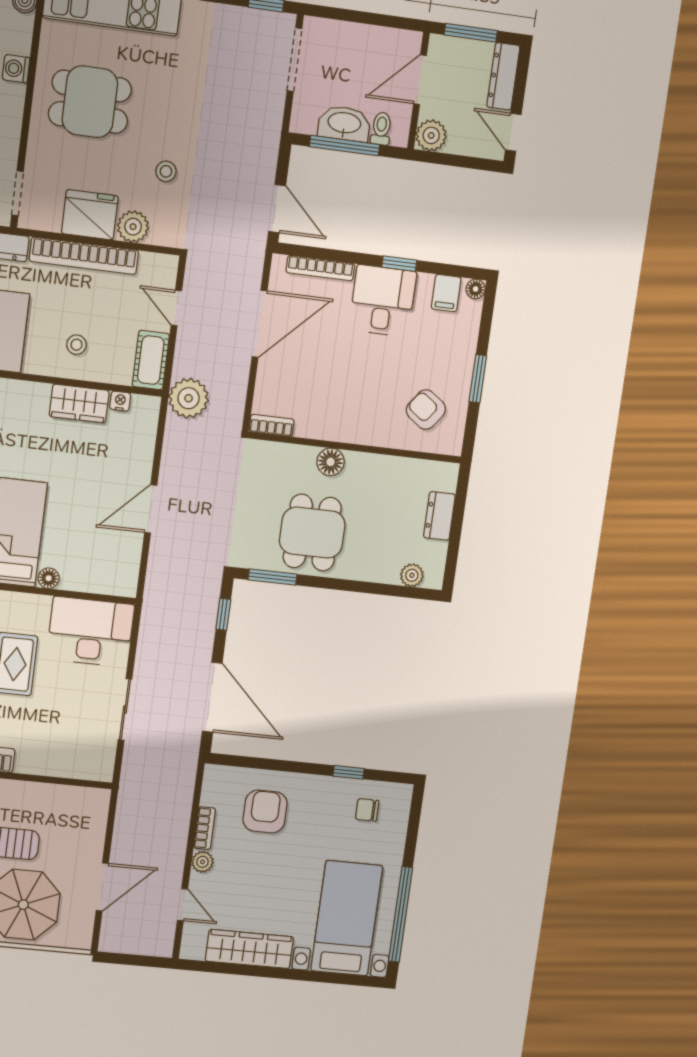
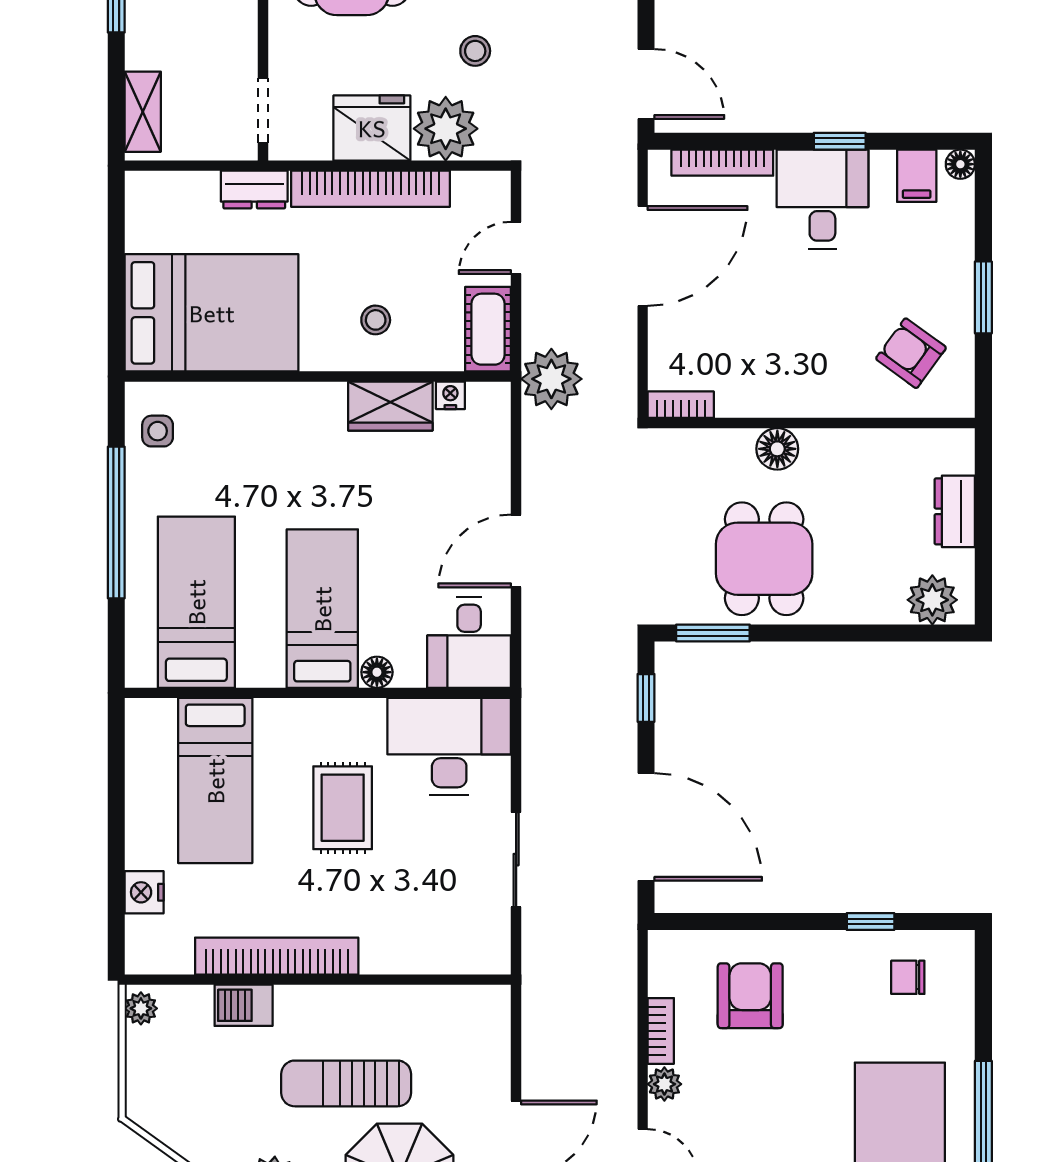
plant: (133, 227) -> (446, 129), width x1.36, depth x1.36
door: (176, 308) -> (516, 248), hinge flipped
desk: (112, 566) -> (469, 643), added
plant: (412, 575) -> (932, 600), width x1.38, depth x1.38

